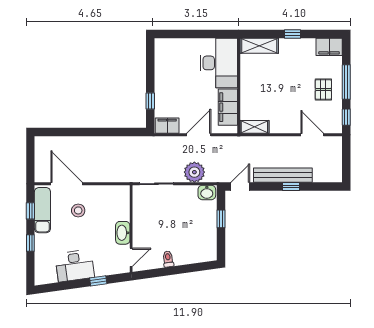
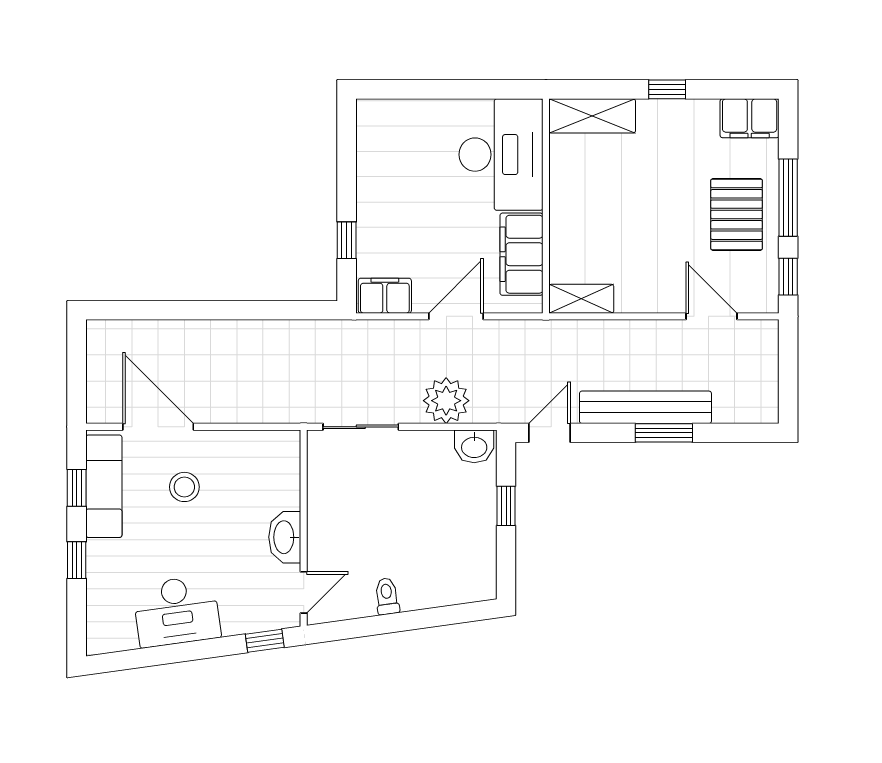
pallet: (323, 90) -> (737, 214), width x1.50, depth x1.42
window: (291, 186) -> (664, 433), width x1.50
window: (98, 281) -> (265, 641), moved

